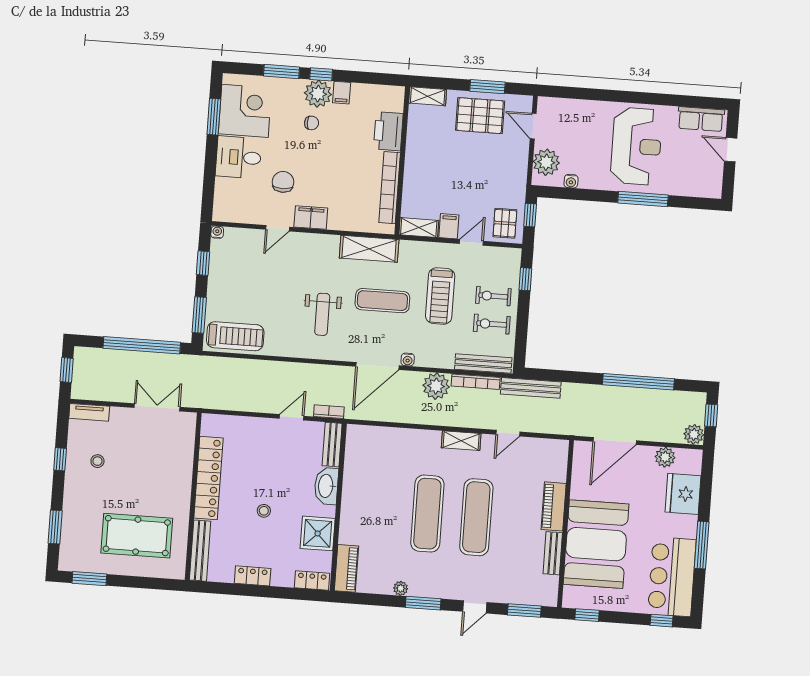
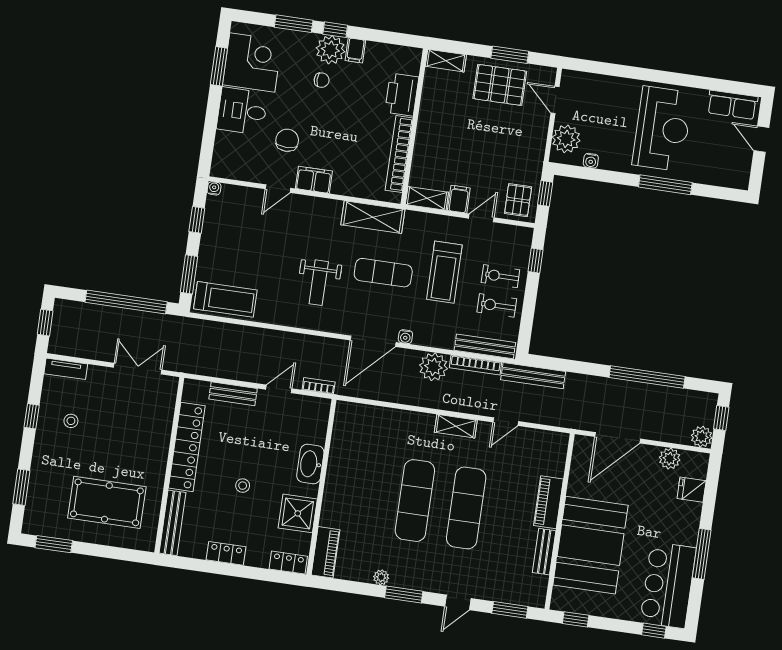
bench: (332, 445) -> (233, 394), moved, turned 90
fridge: (683, 494) -> (692, 490), width x0.53, depth x0.75

